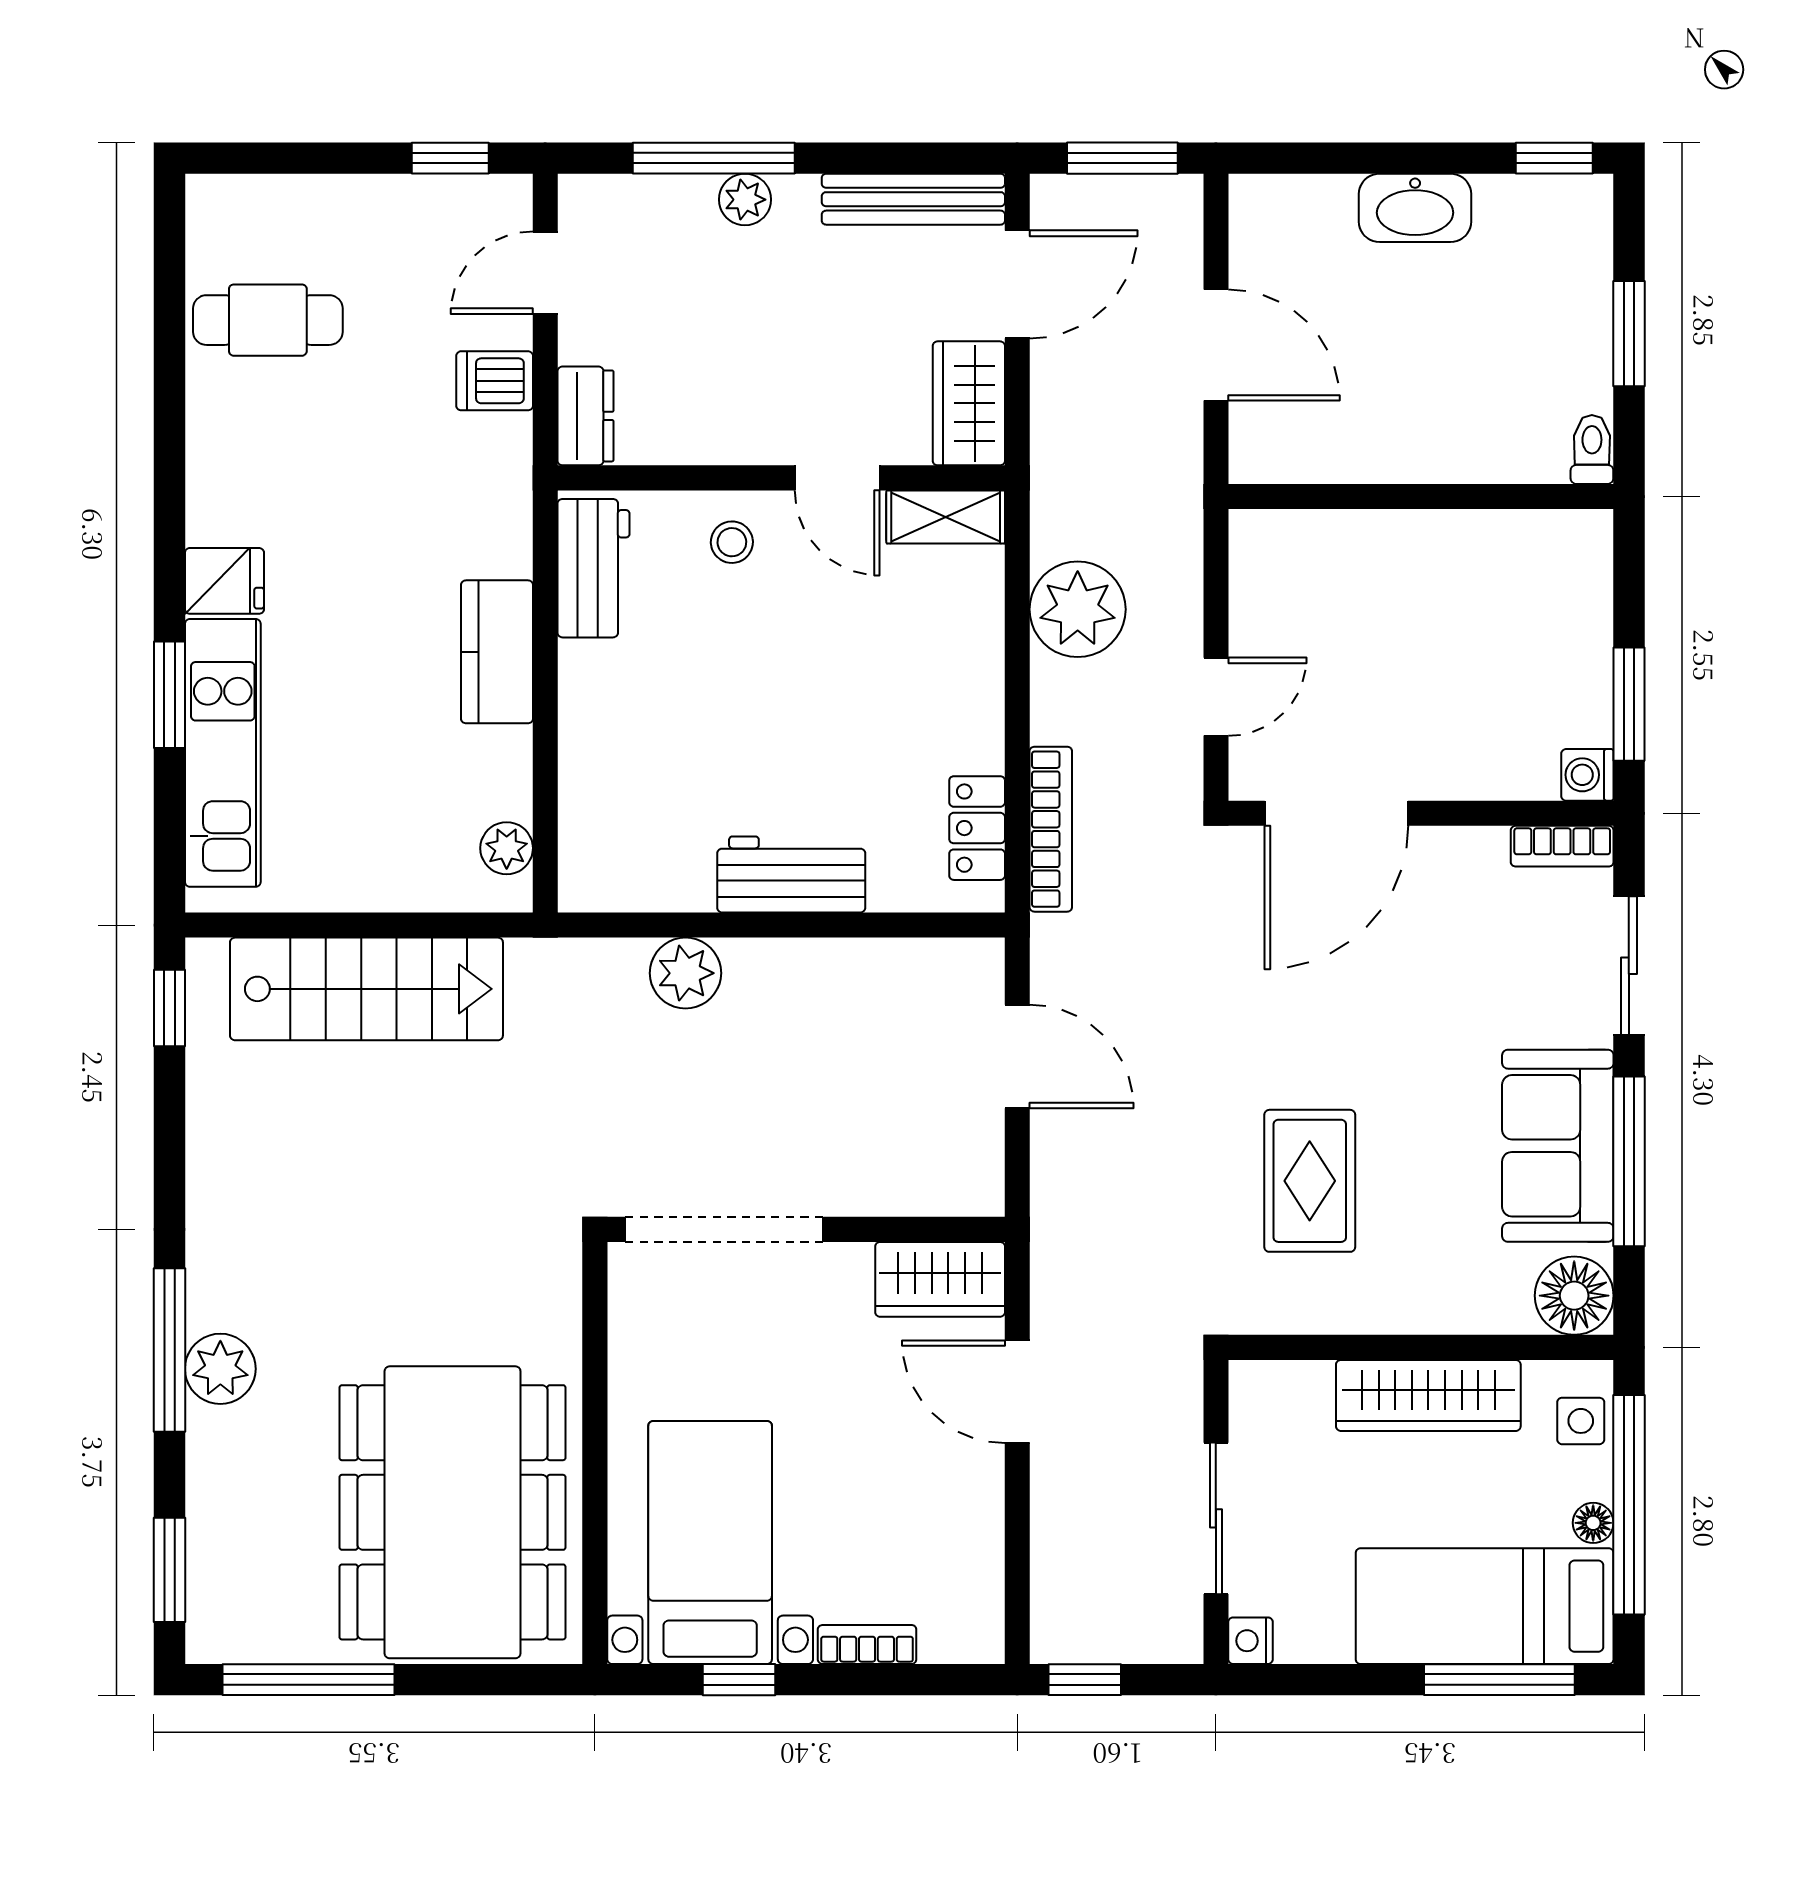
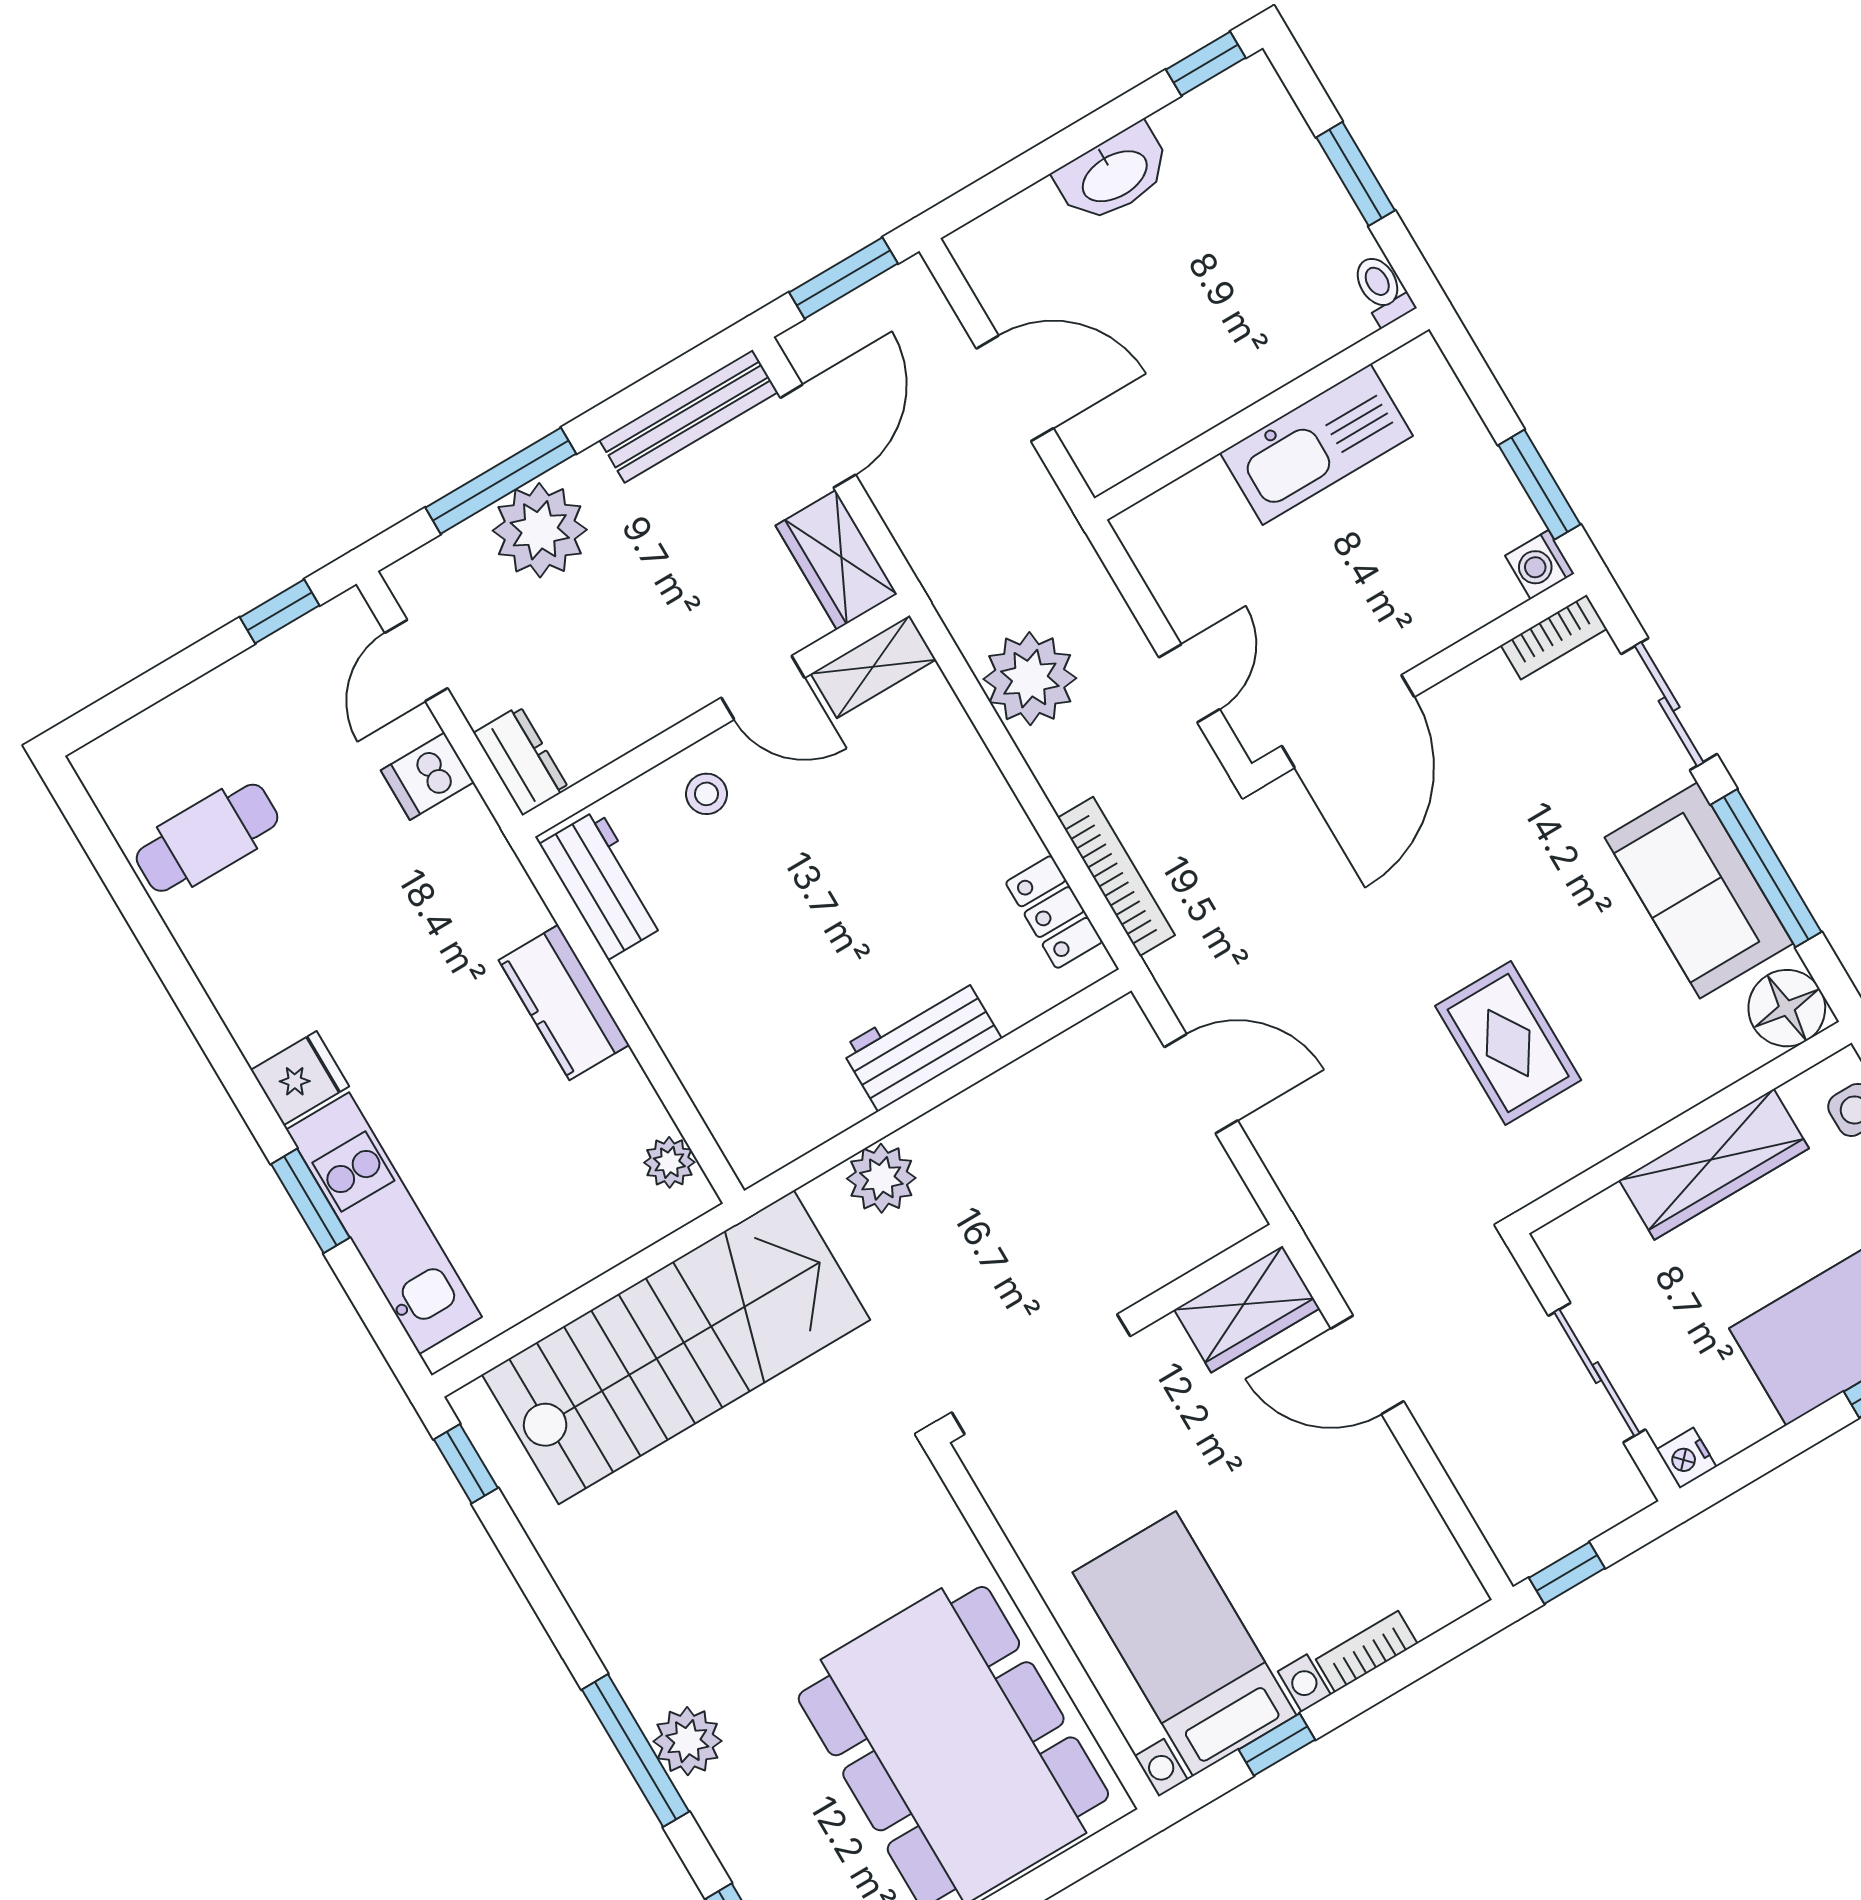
plant: (745, 200) -> (540, 530), width x1.88, depth x1.88
kitchen sink: (1453, 552) -> (1316, 444), added
stairs: (366, 989) -> (676, 1347), width x1.36, depth x1.51

